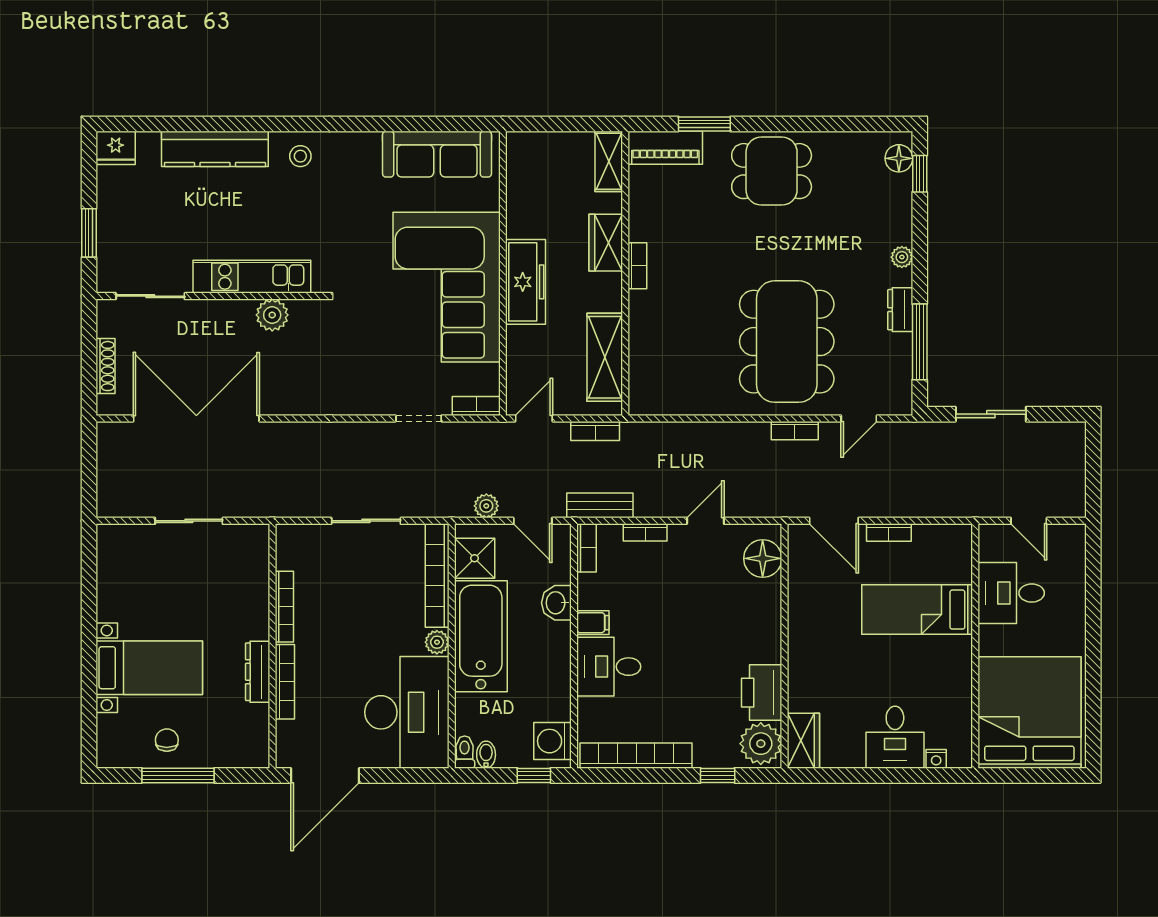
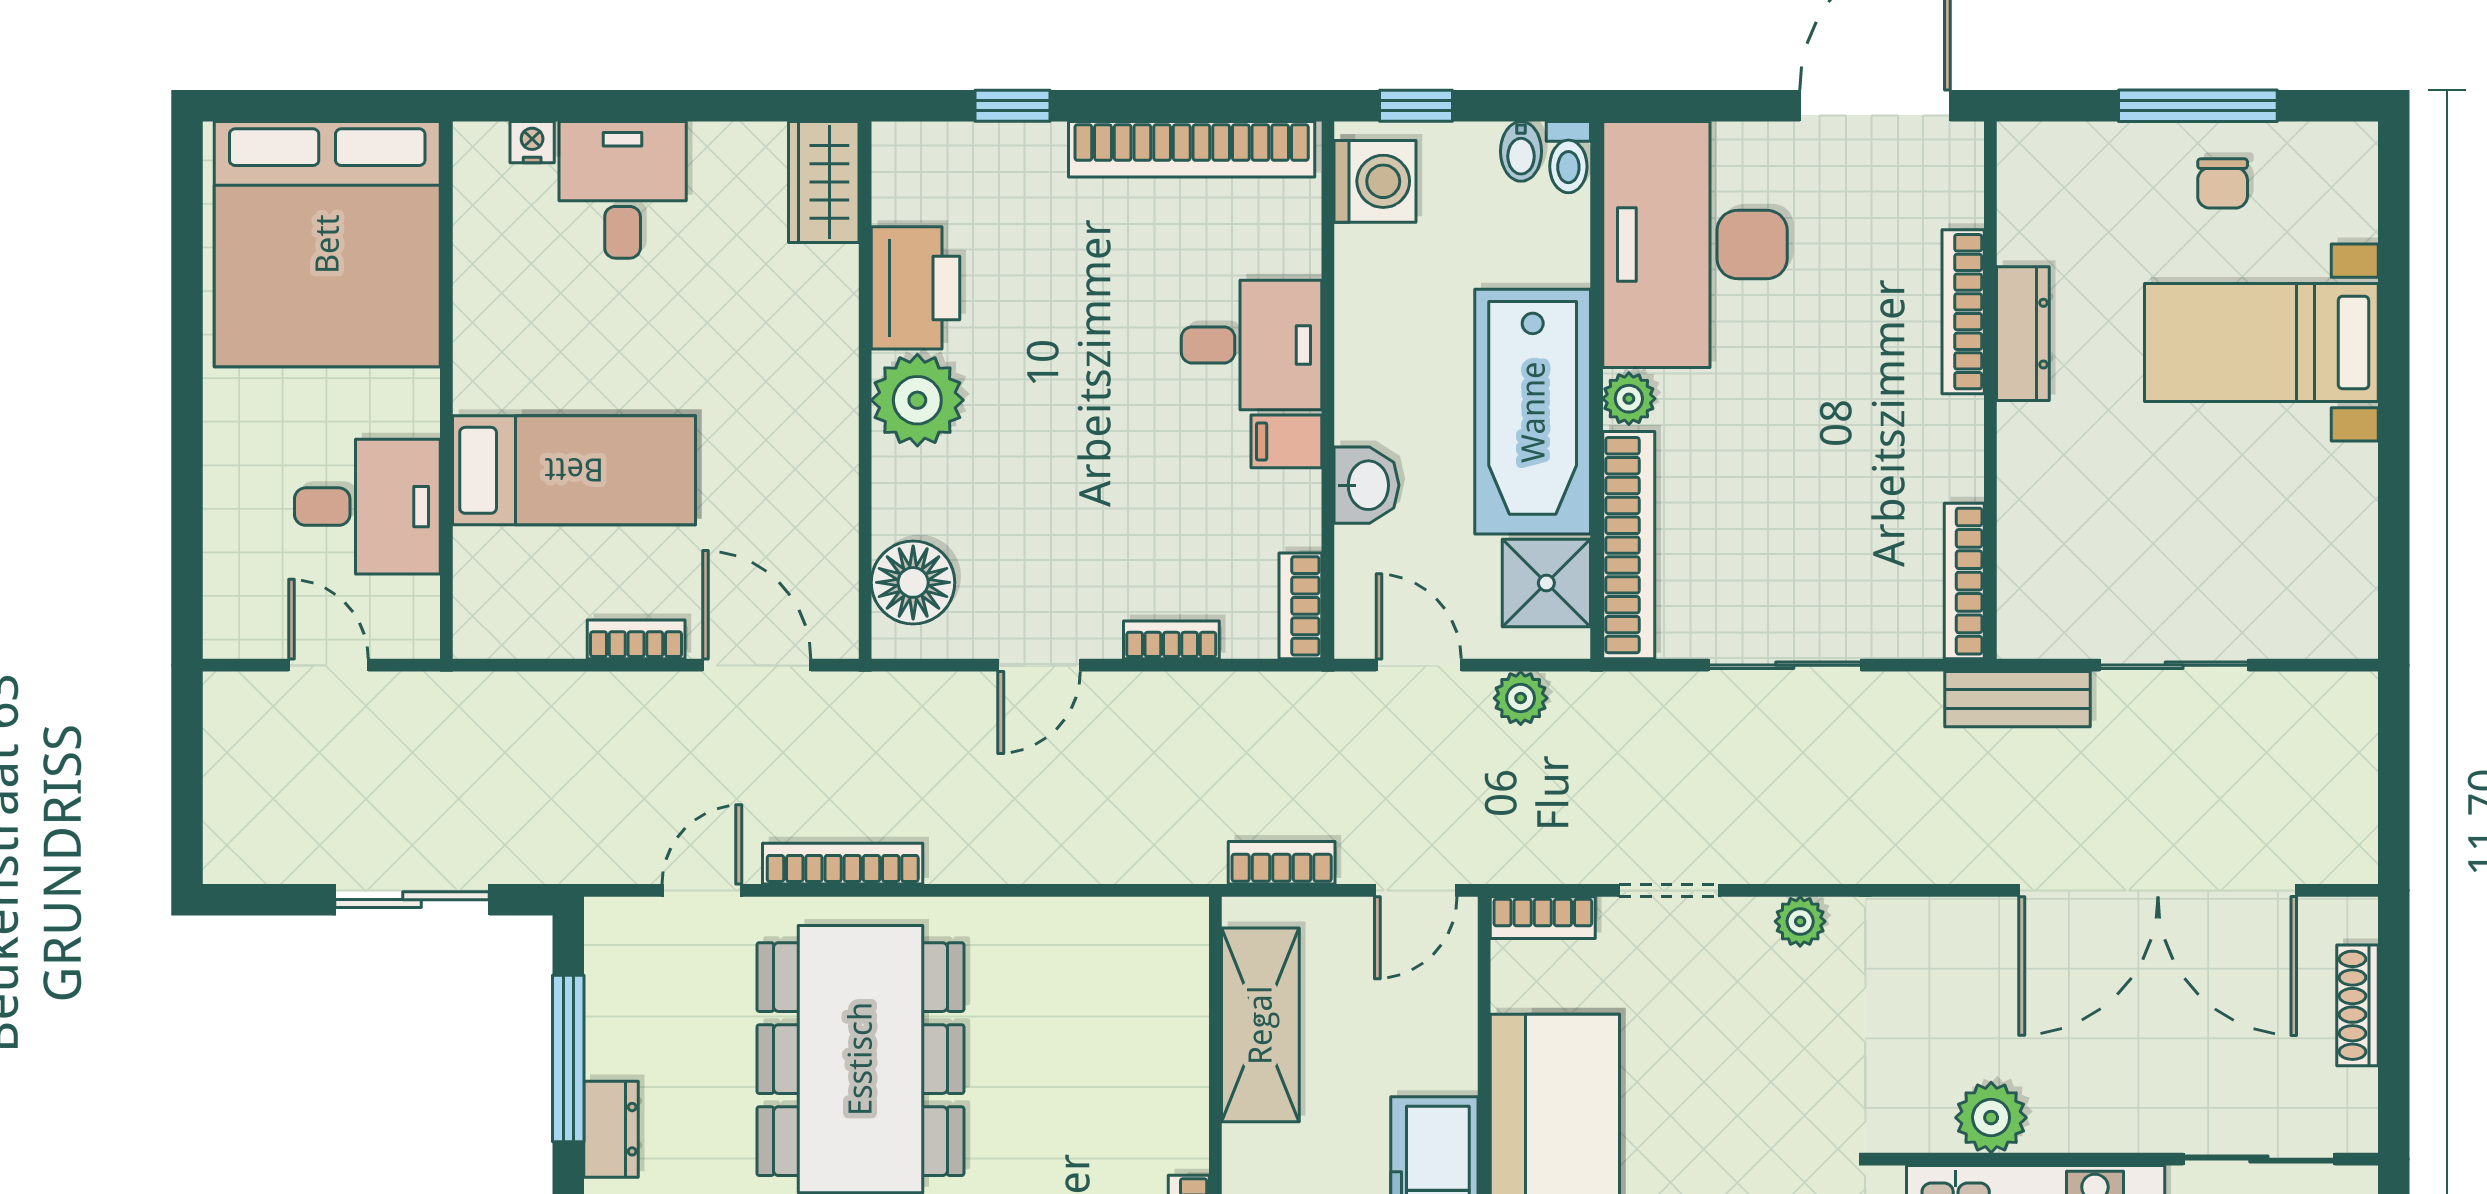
plant: (359, 404) -> (1800, 921), added
bookcase: (795, 431) -> (843, 864), width x1.56
bench: (600, 505) -> (2018, 699), moved
bookcase: (284, 607) -> (1964, 581), moved
plant: (761, 744) -> (917, 400), moved

